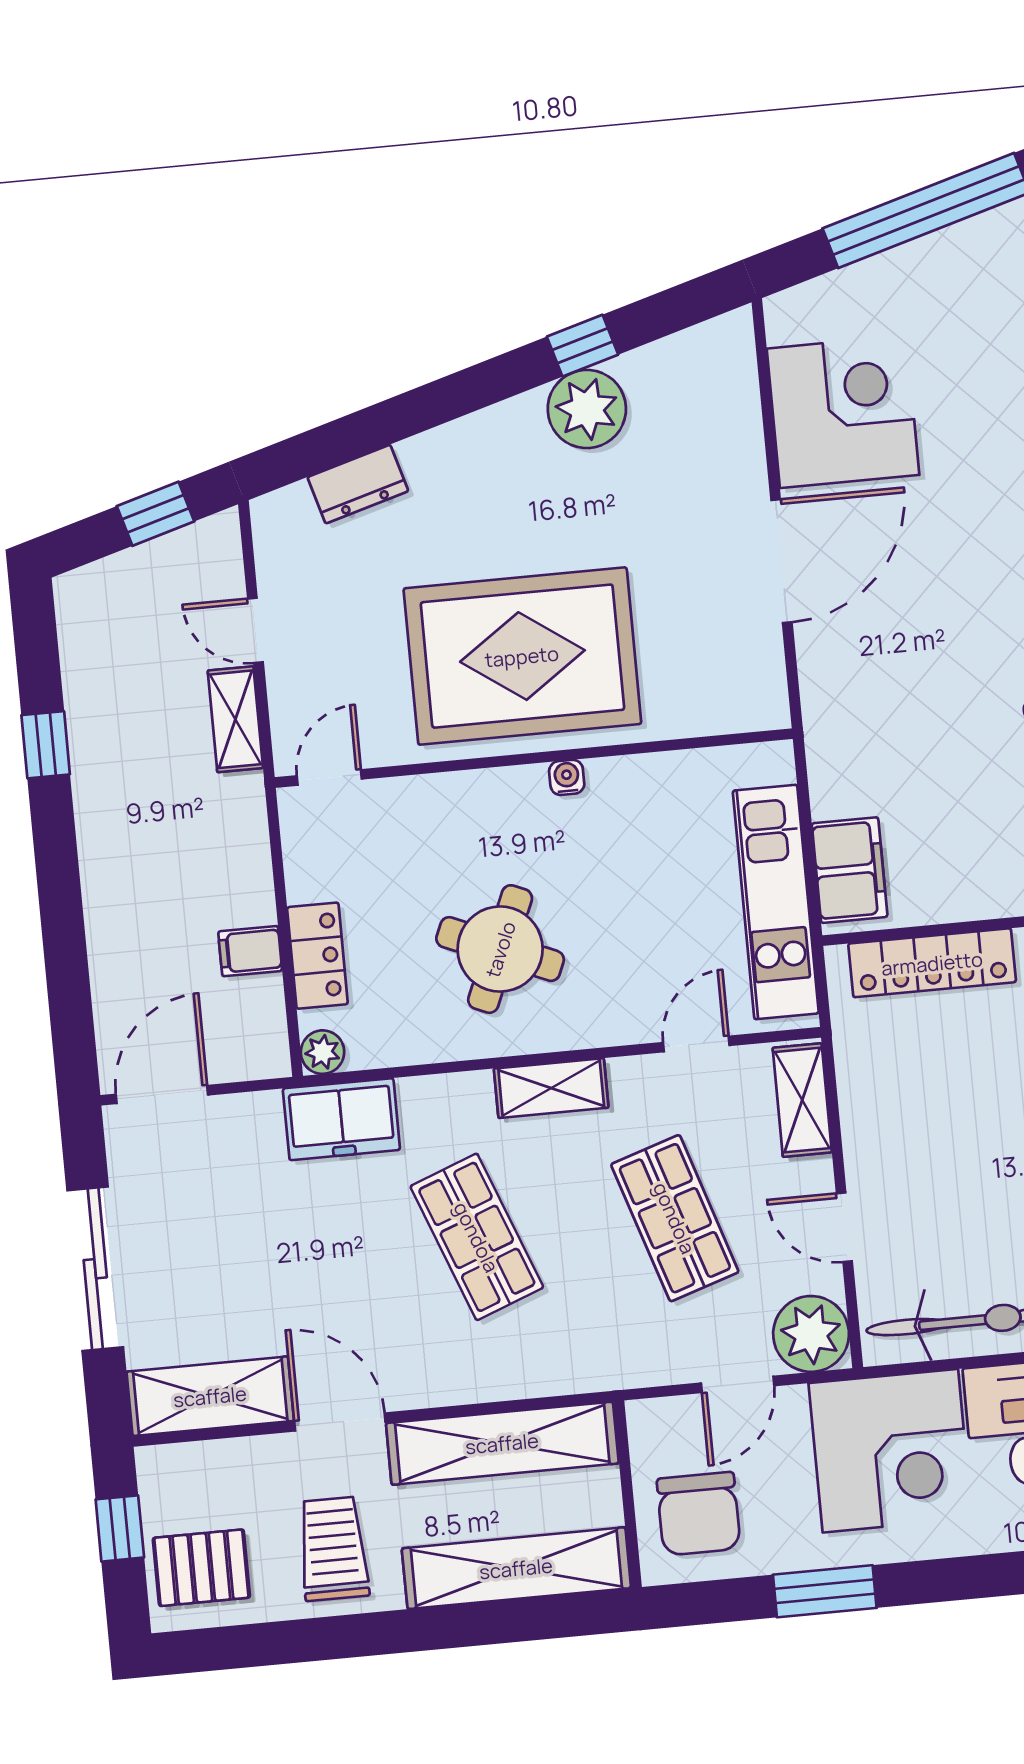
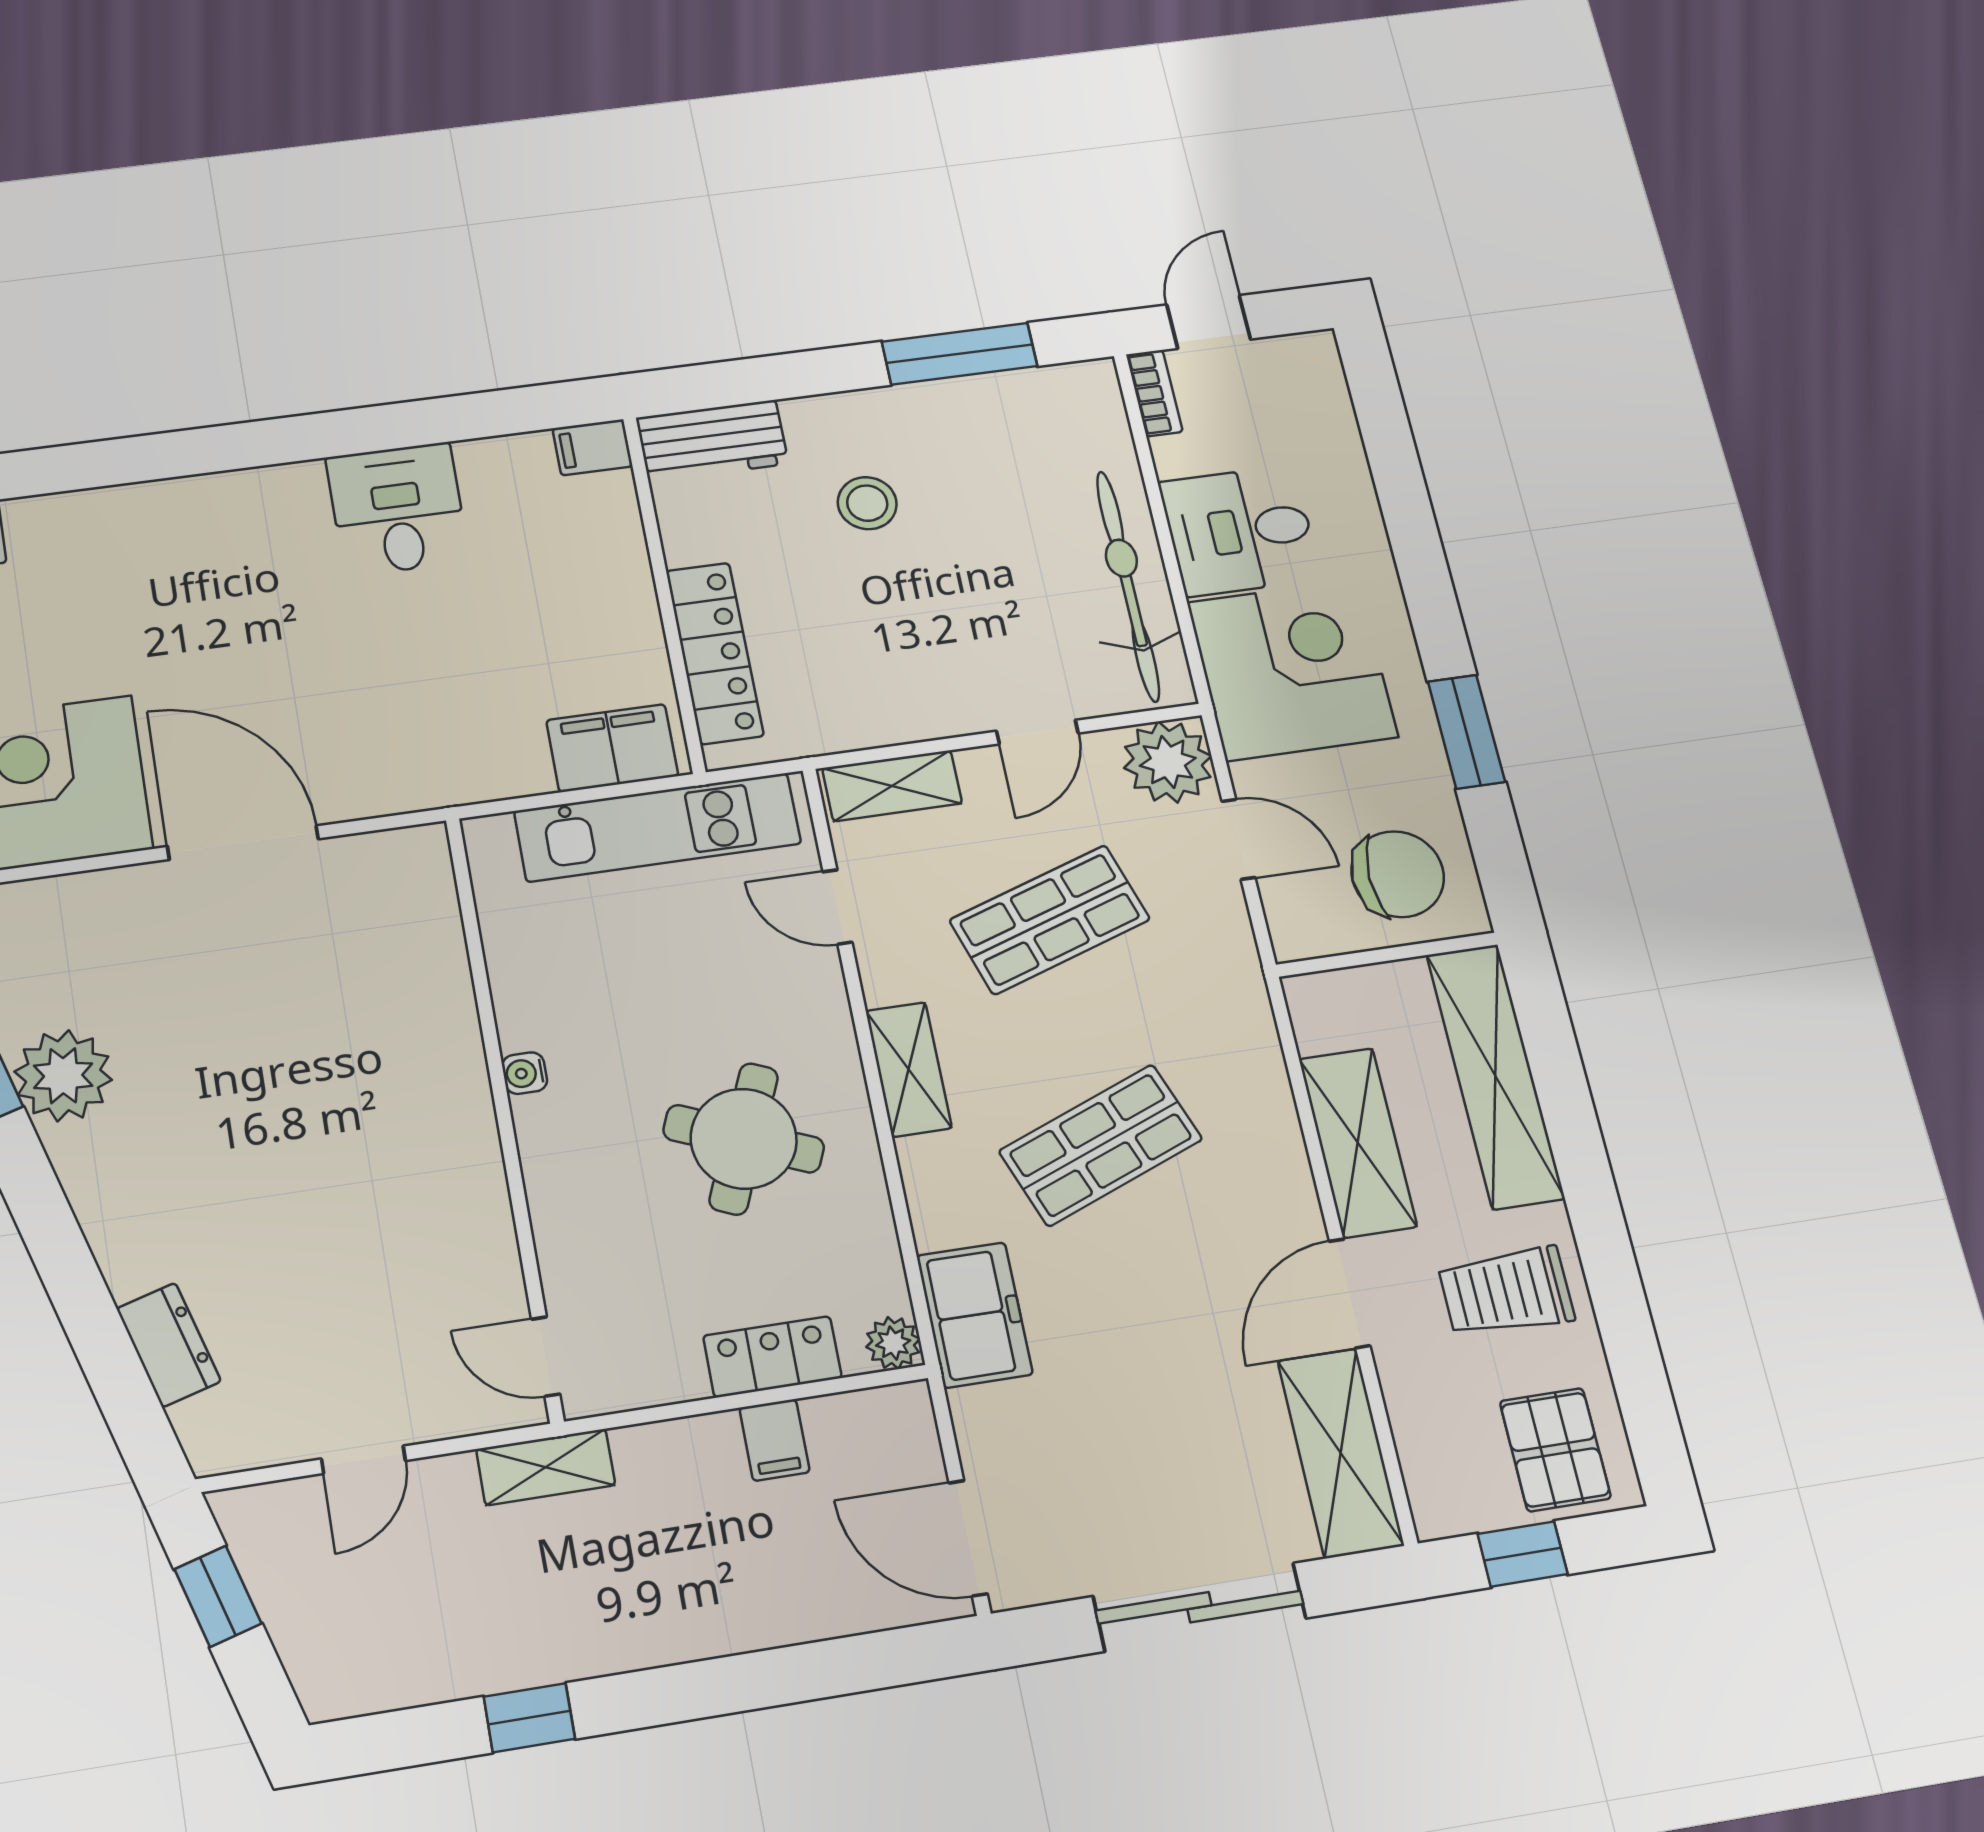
rug: (522, 656) -> (377, 1134), removed
shelving: (235, 719) -> (546, 1467), moved
shelving: (502, 1443) -> (1358, 1143), width x0.68

